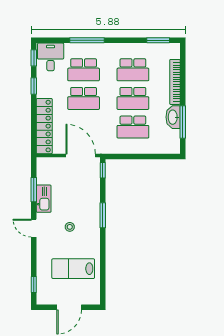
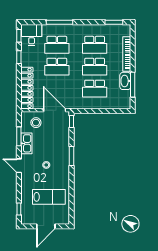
stool: (56, 172) -> (36, 123), added
lab bench: (73, 269) -> (49, 197), turned 180

